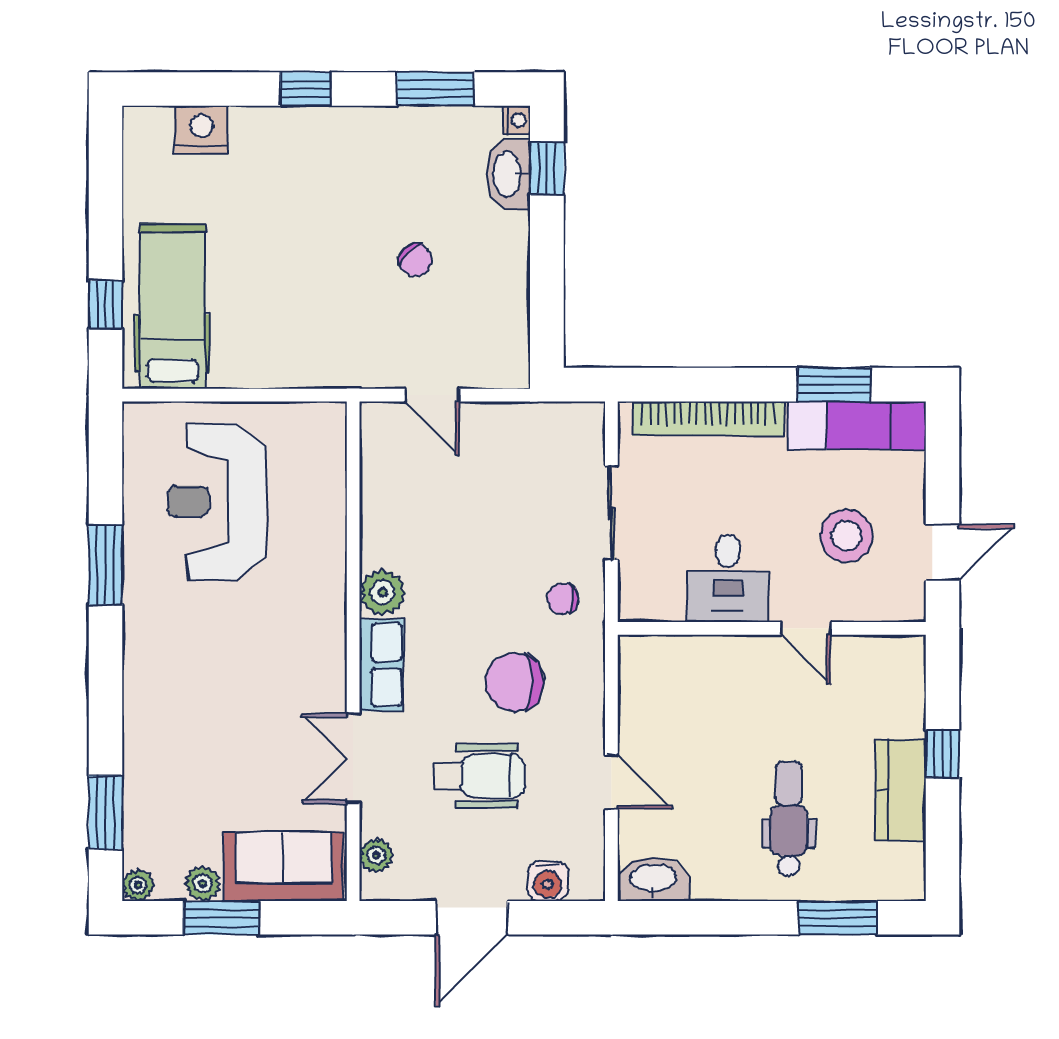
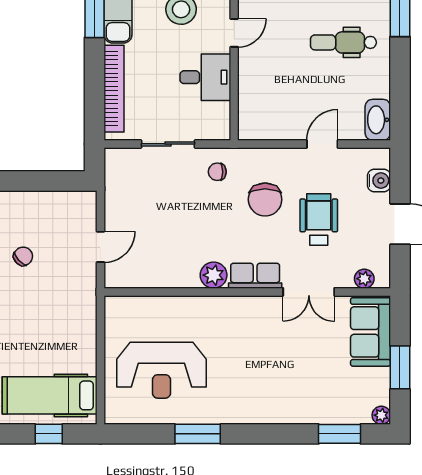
chair: (563, 599) -> (217, 172), turned 90
plant: (203, 884) -> (380, 378), removed

